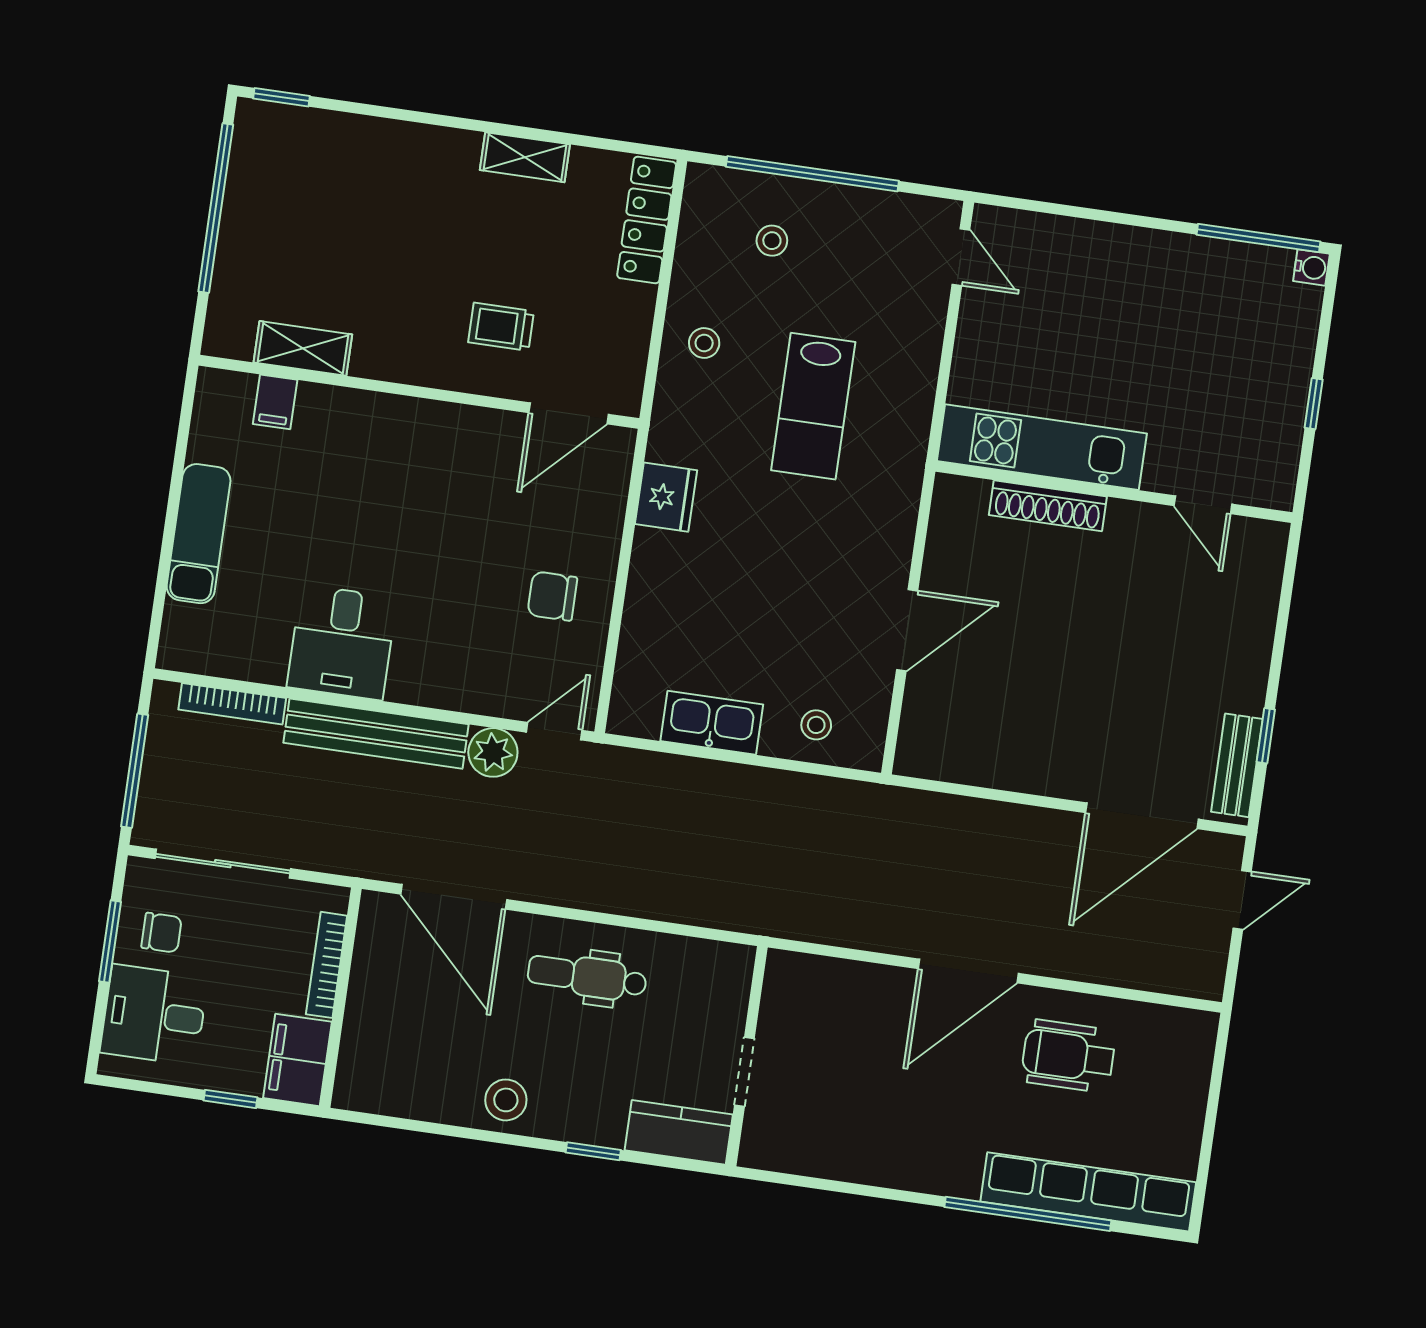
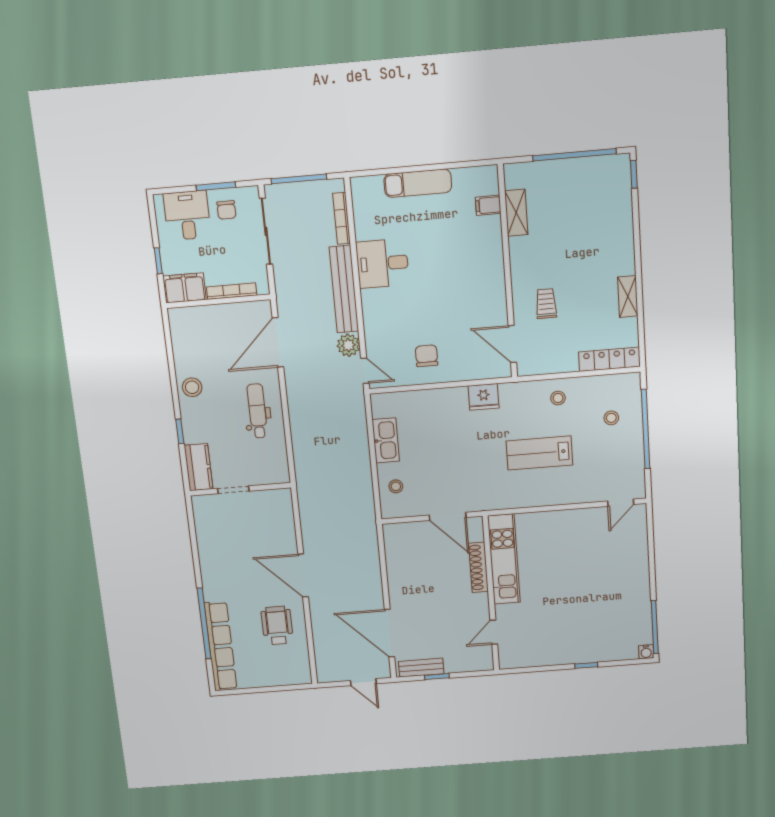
kitchen unit: (1042, 447) -> (504, 559), moved
wall: (1114, 492) -> (491, 594), moved
door: (1203, 505) -> (494, 632), moved
shoe rack: (1048, 506) -> (478, 567), moved

